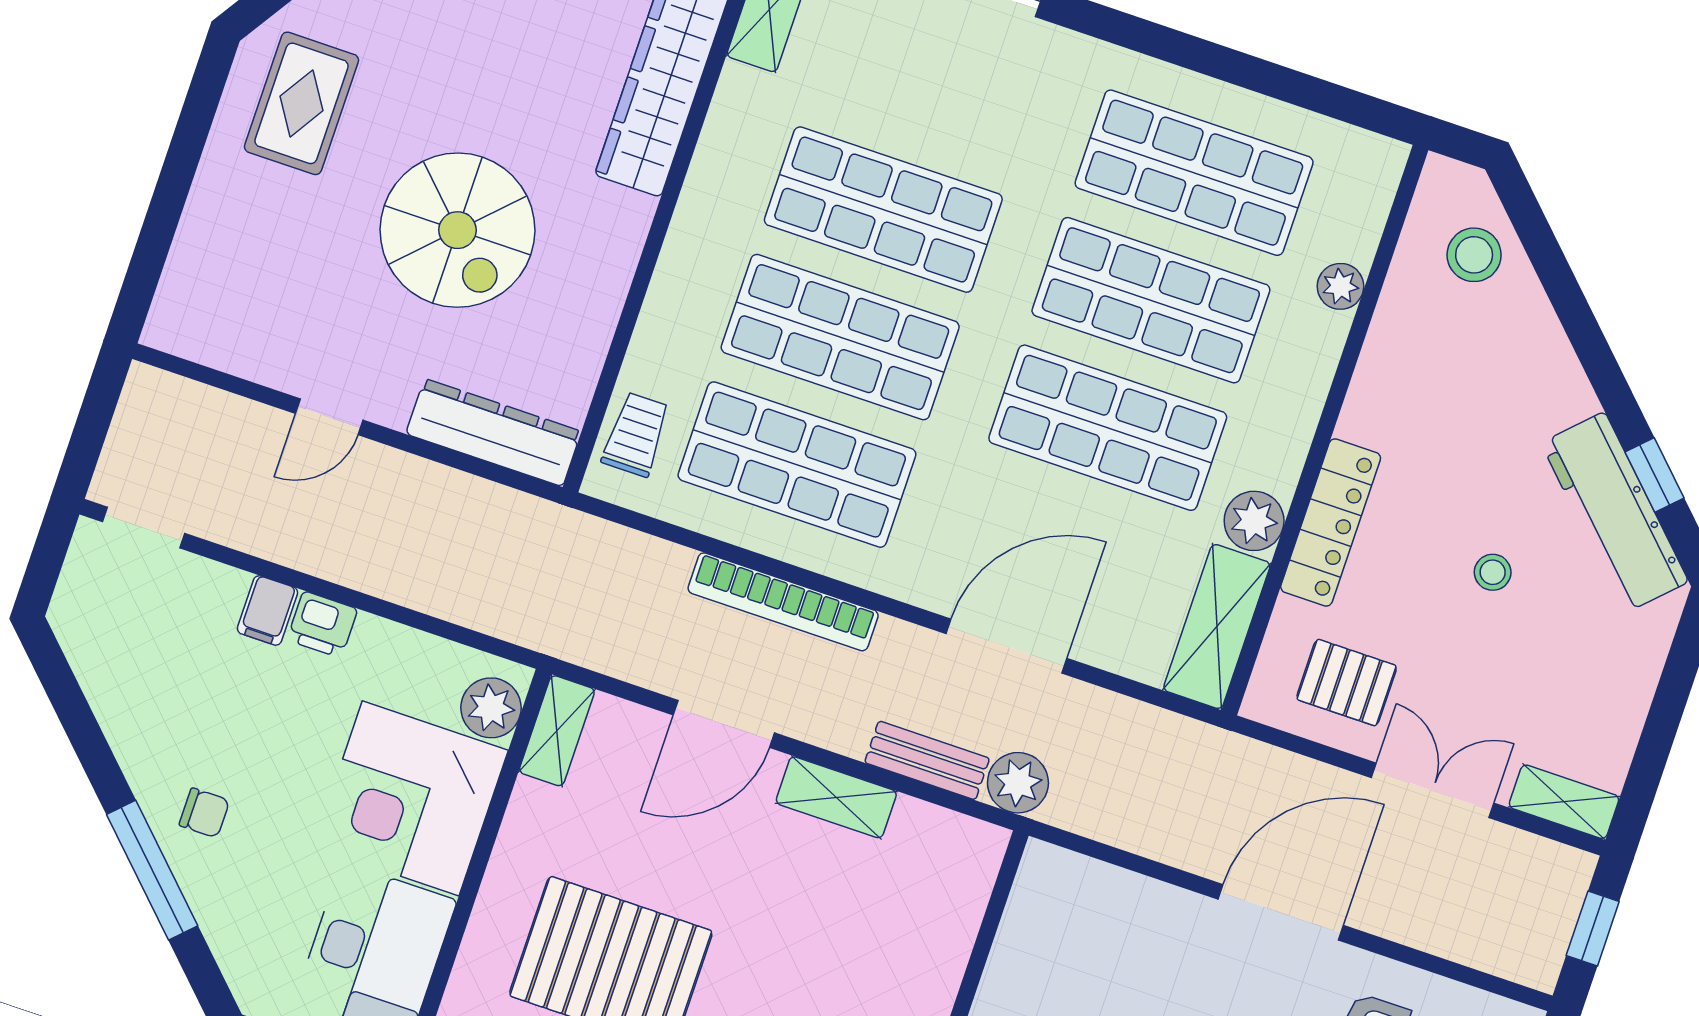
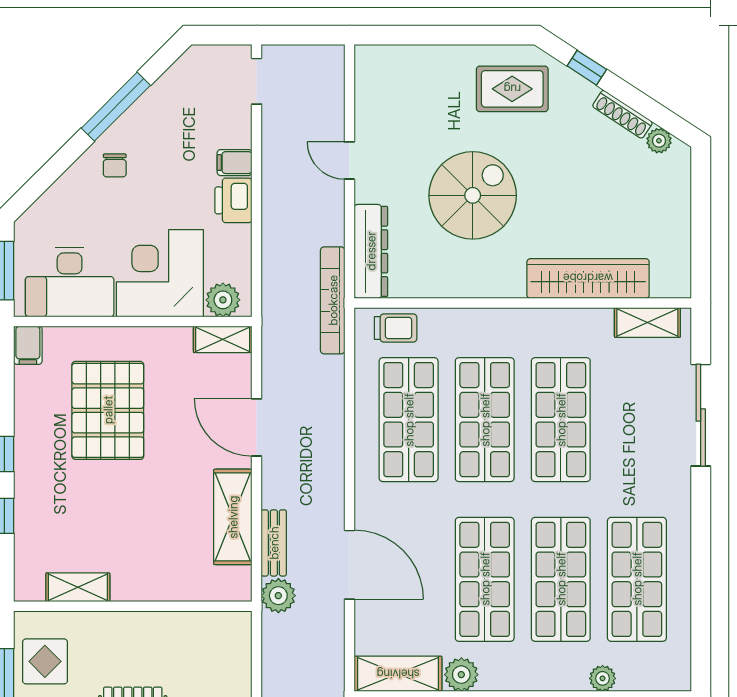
spiral stairs: (457, 230) -> (473, 195), turned 180
bookcase: (783, 602) -> (333, 300), moved
printer: (322, 624) -> (233, 200), width x1.36, depth x1.24
shelving: (836, 797) -> (233, 517), width x1.50, depth x1.33
window: (152, 870) -> (116, 107), moved

